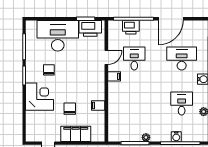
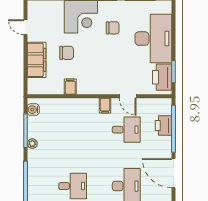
water cooler: (176, 137) -> (33, 110), moved

